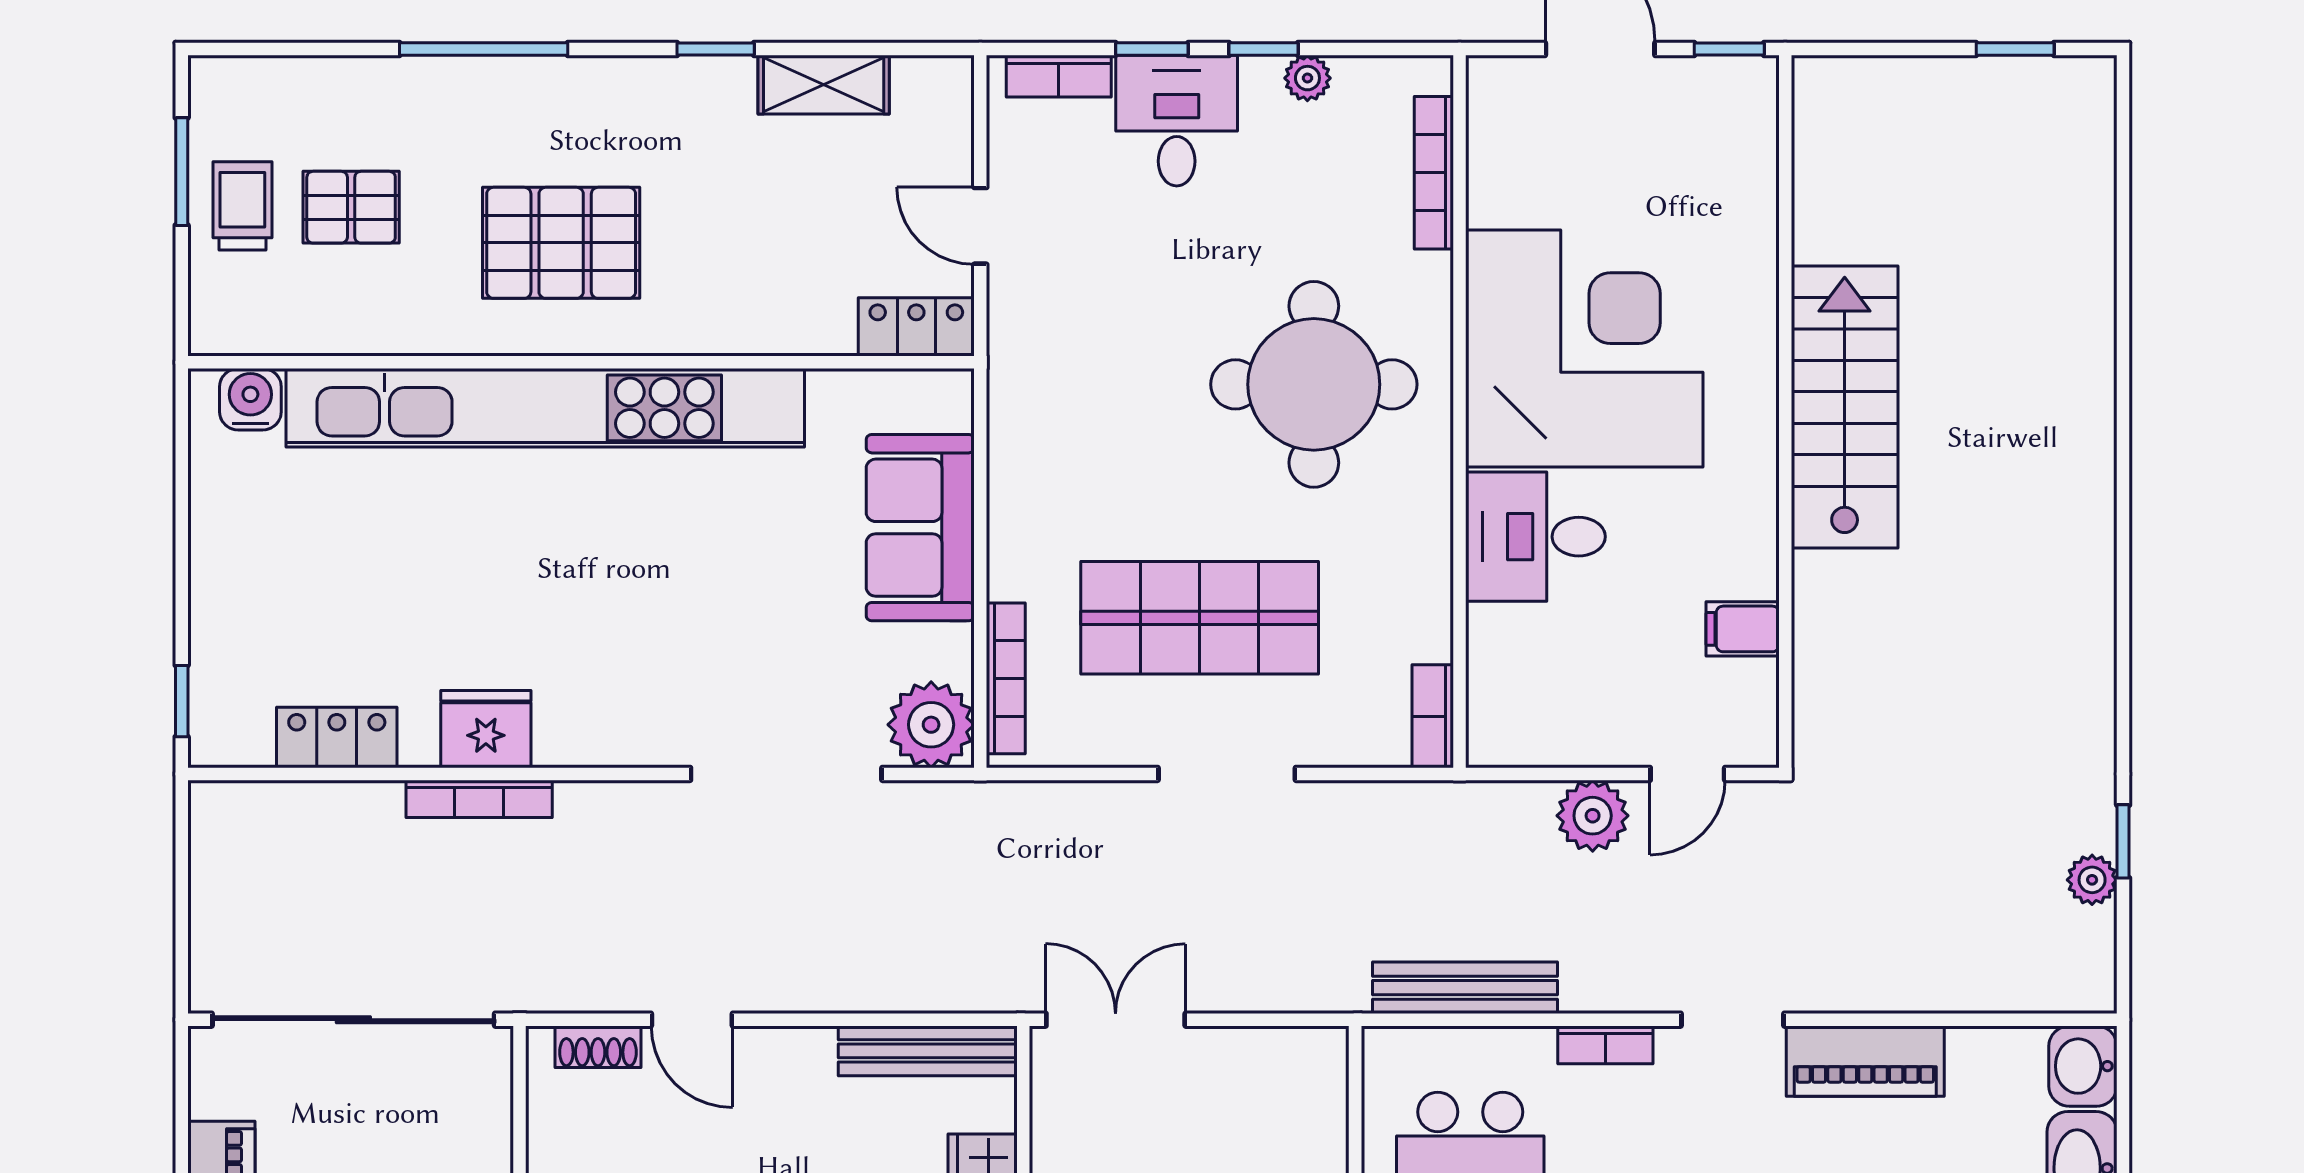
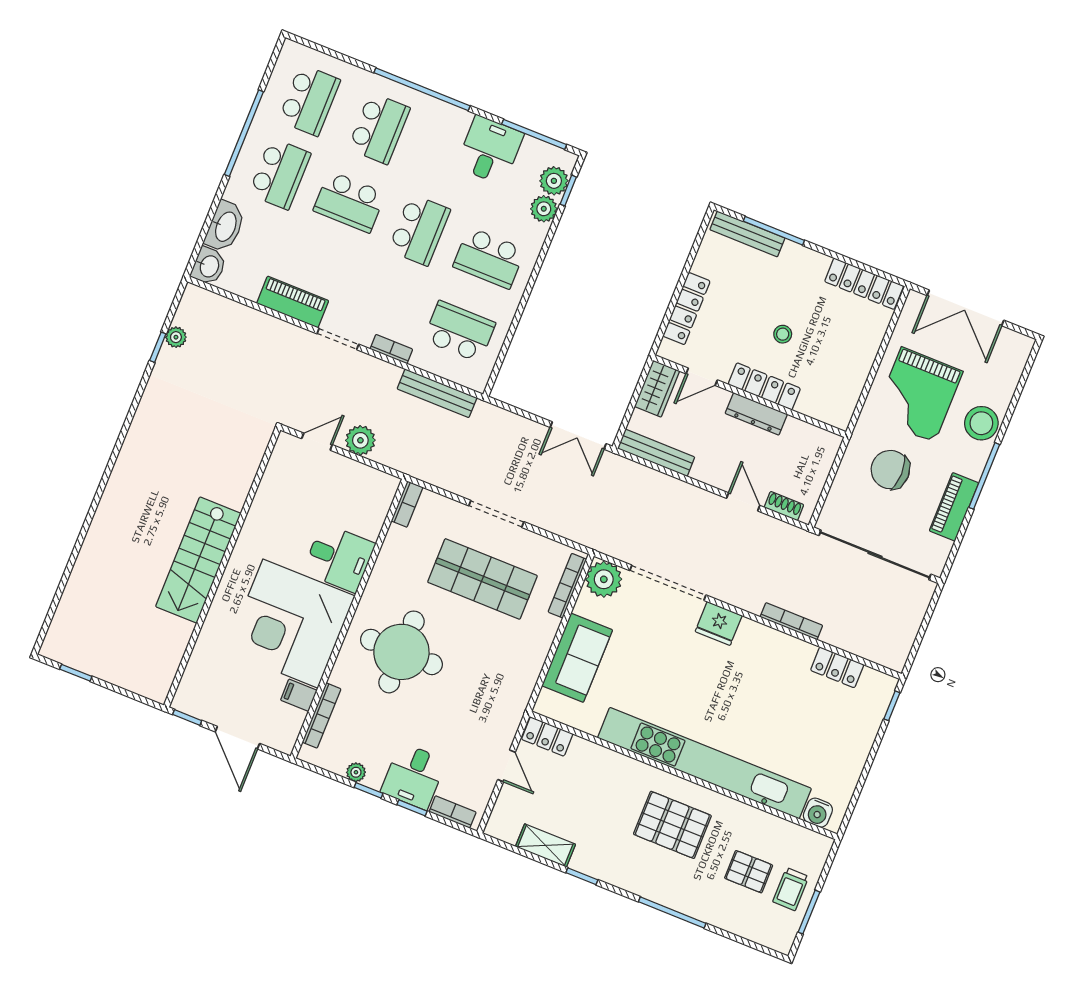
filing cabinet: (1743, 629) -> (299, 695), moved, turned 180
fridge: (486, 729) -> (719, 624), moved

